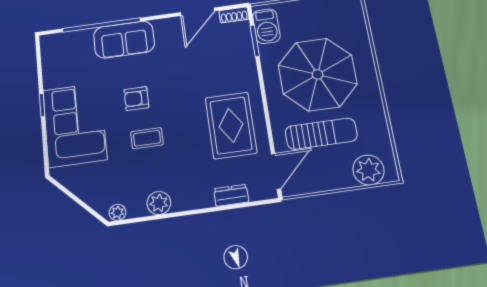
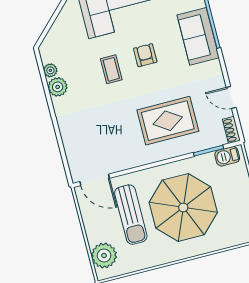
door: (197, 12) -> (231, 97), width x0.73
barbecue: (266, 26) -> (227, 156), width x0.73, depth x0.79
rug: (231, 125) -> (168, 121), moved
dresser: (231, 195) -> (70, 145), removed
plant: (117, 212) -> (50, 70), moved

